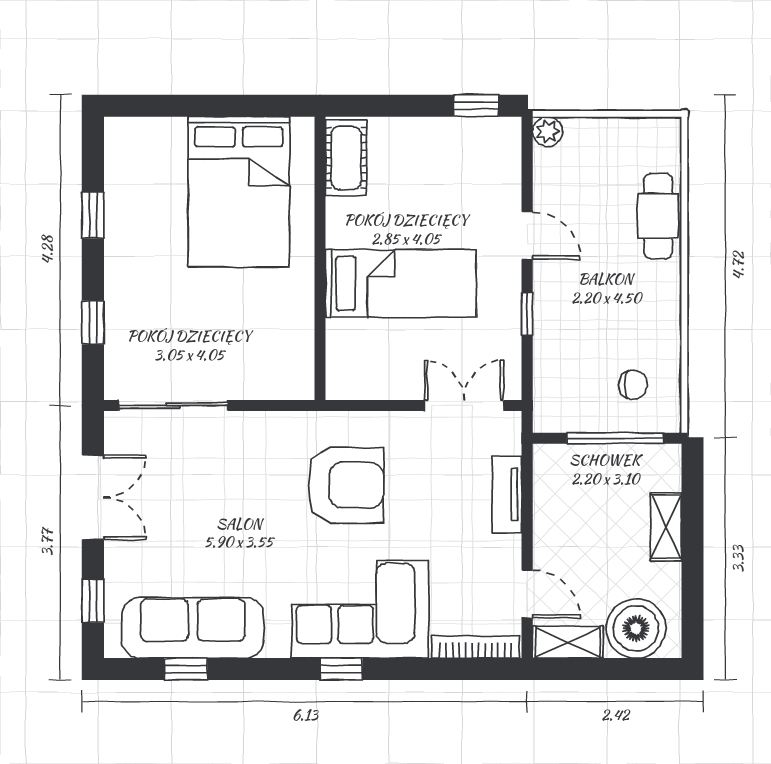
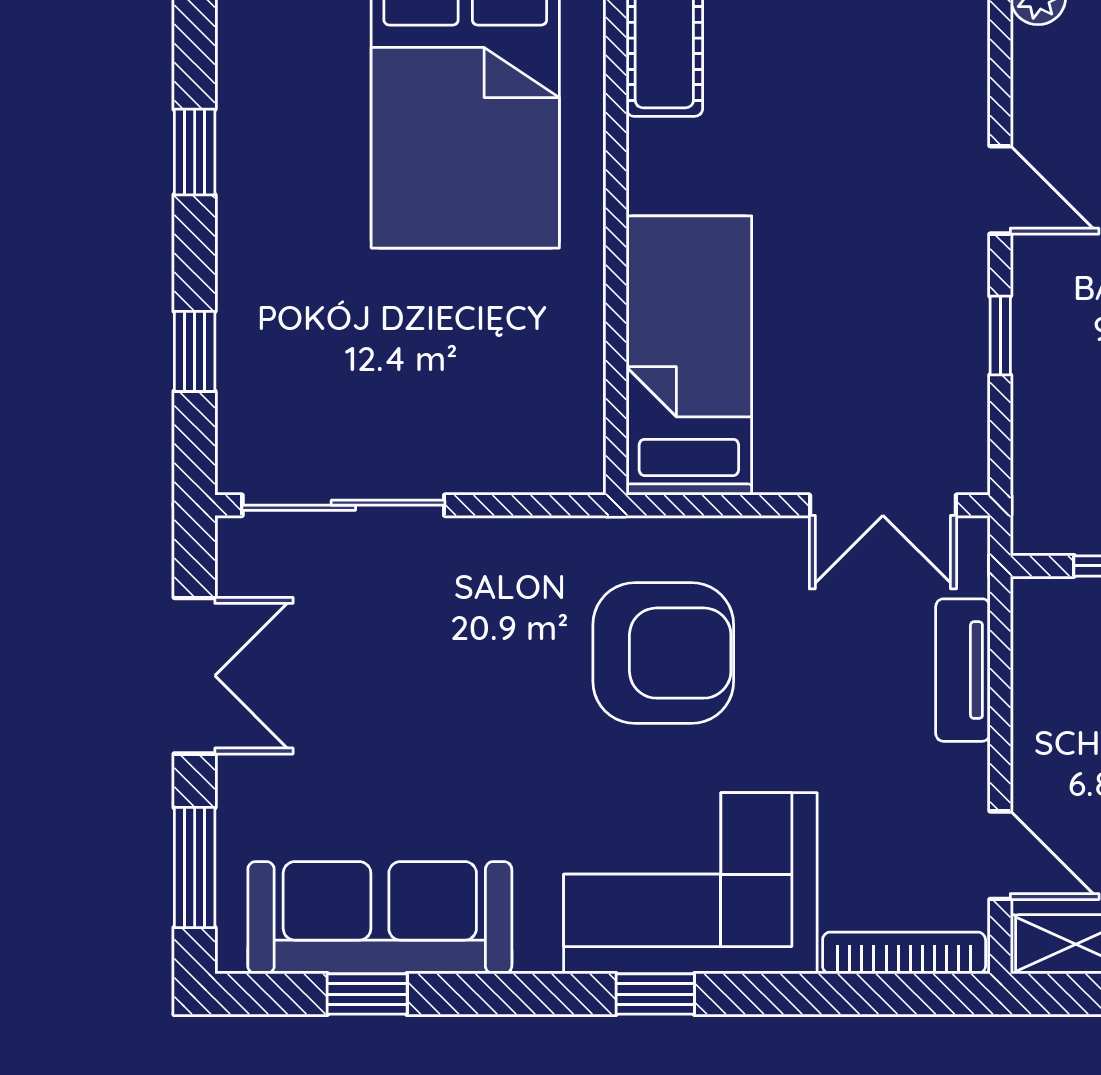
bed: (401, 283) -> (689, 355), moved, turned -90
double door: (464, 406) -> (883, 505), swing flipped
window: (93, 601) -> (195, 867), width x1.50

